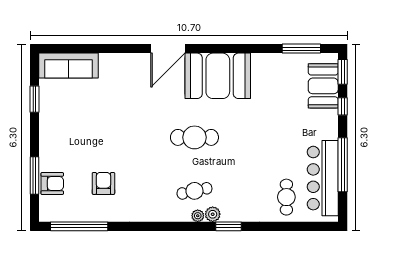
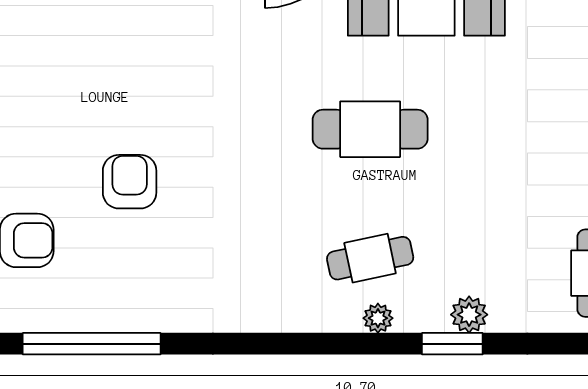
armchair: (103, 183) -> (130, 182), moved
plant: (213, 214) -> (469, 315), moved

